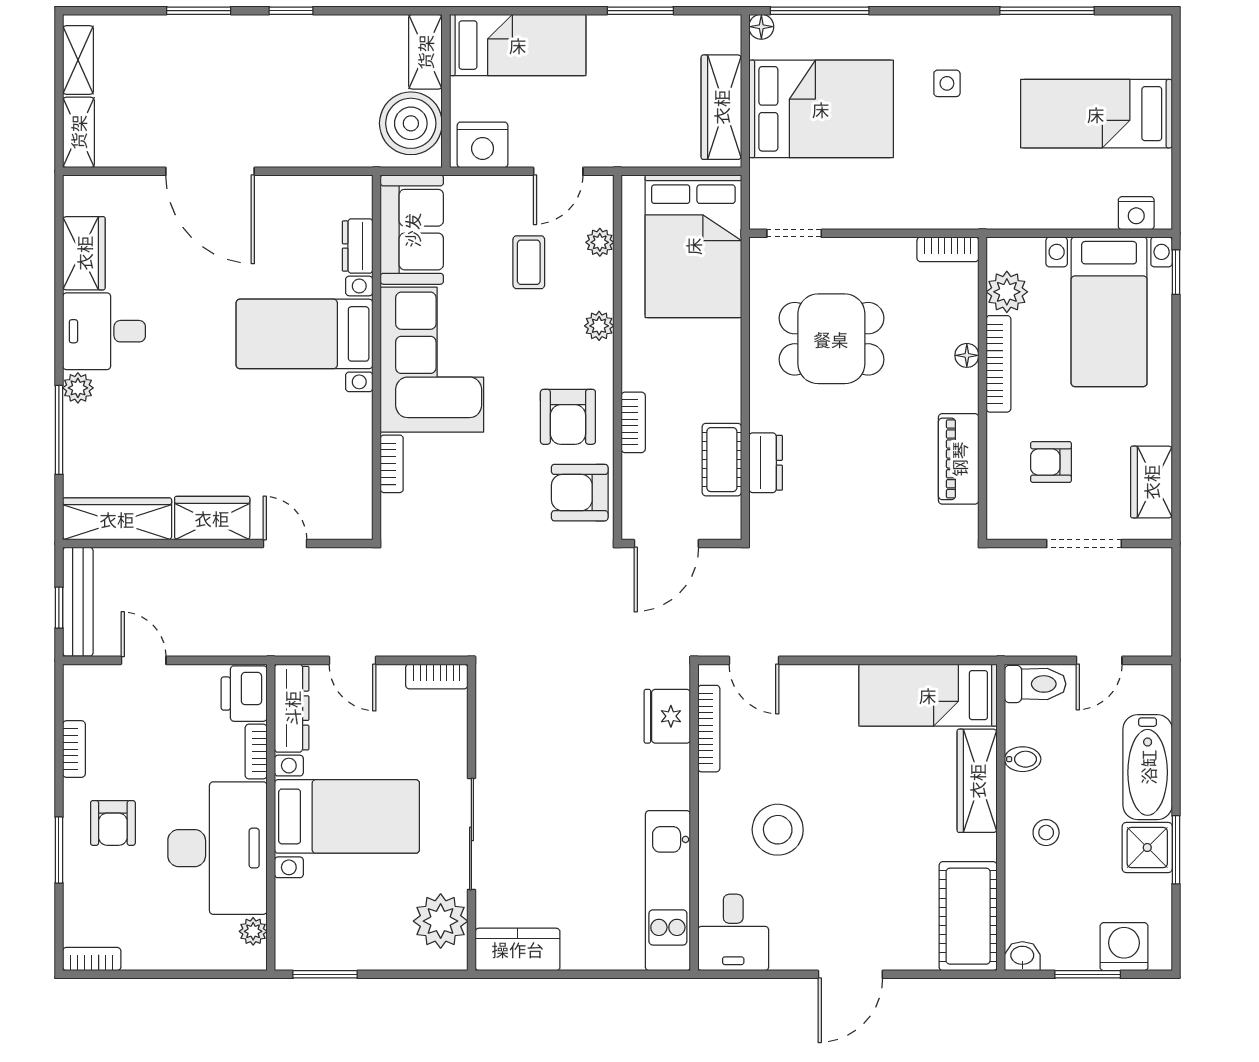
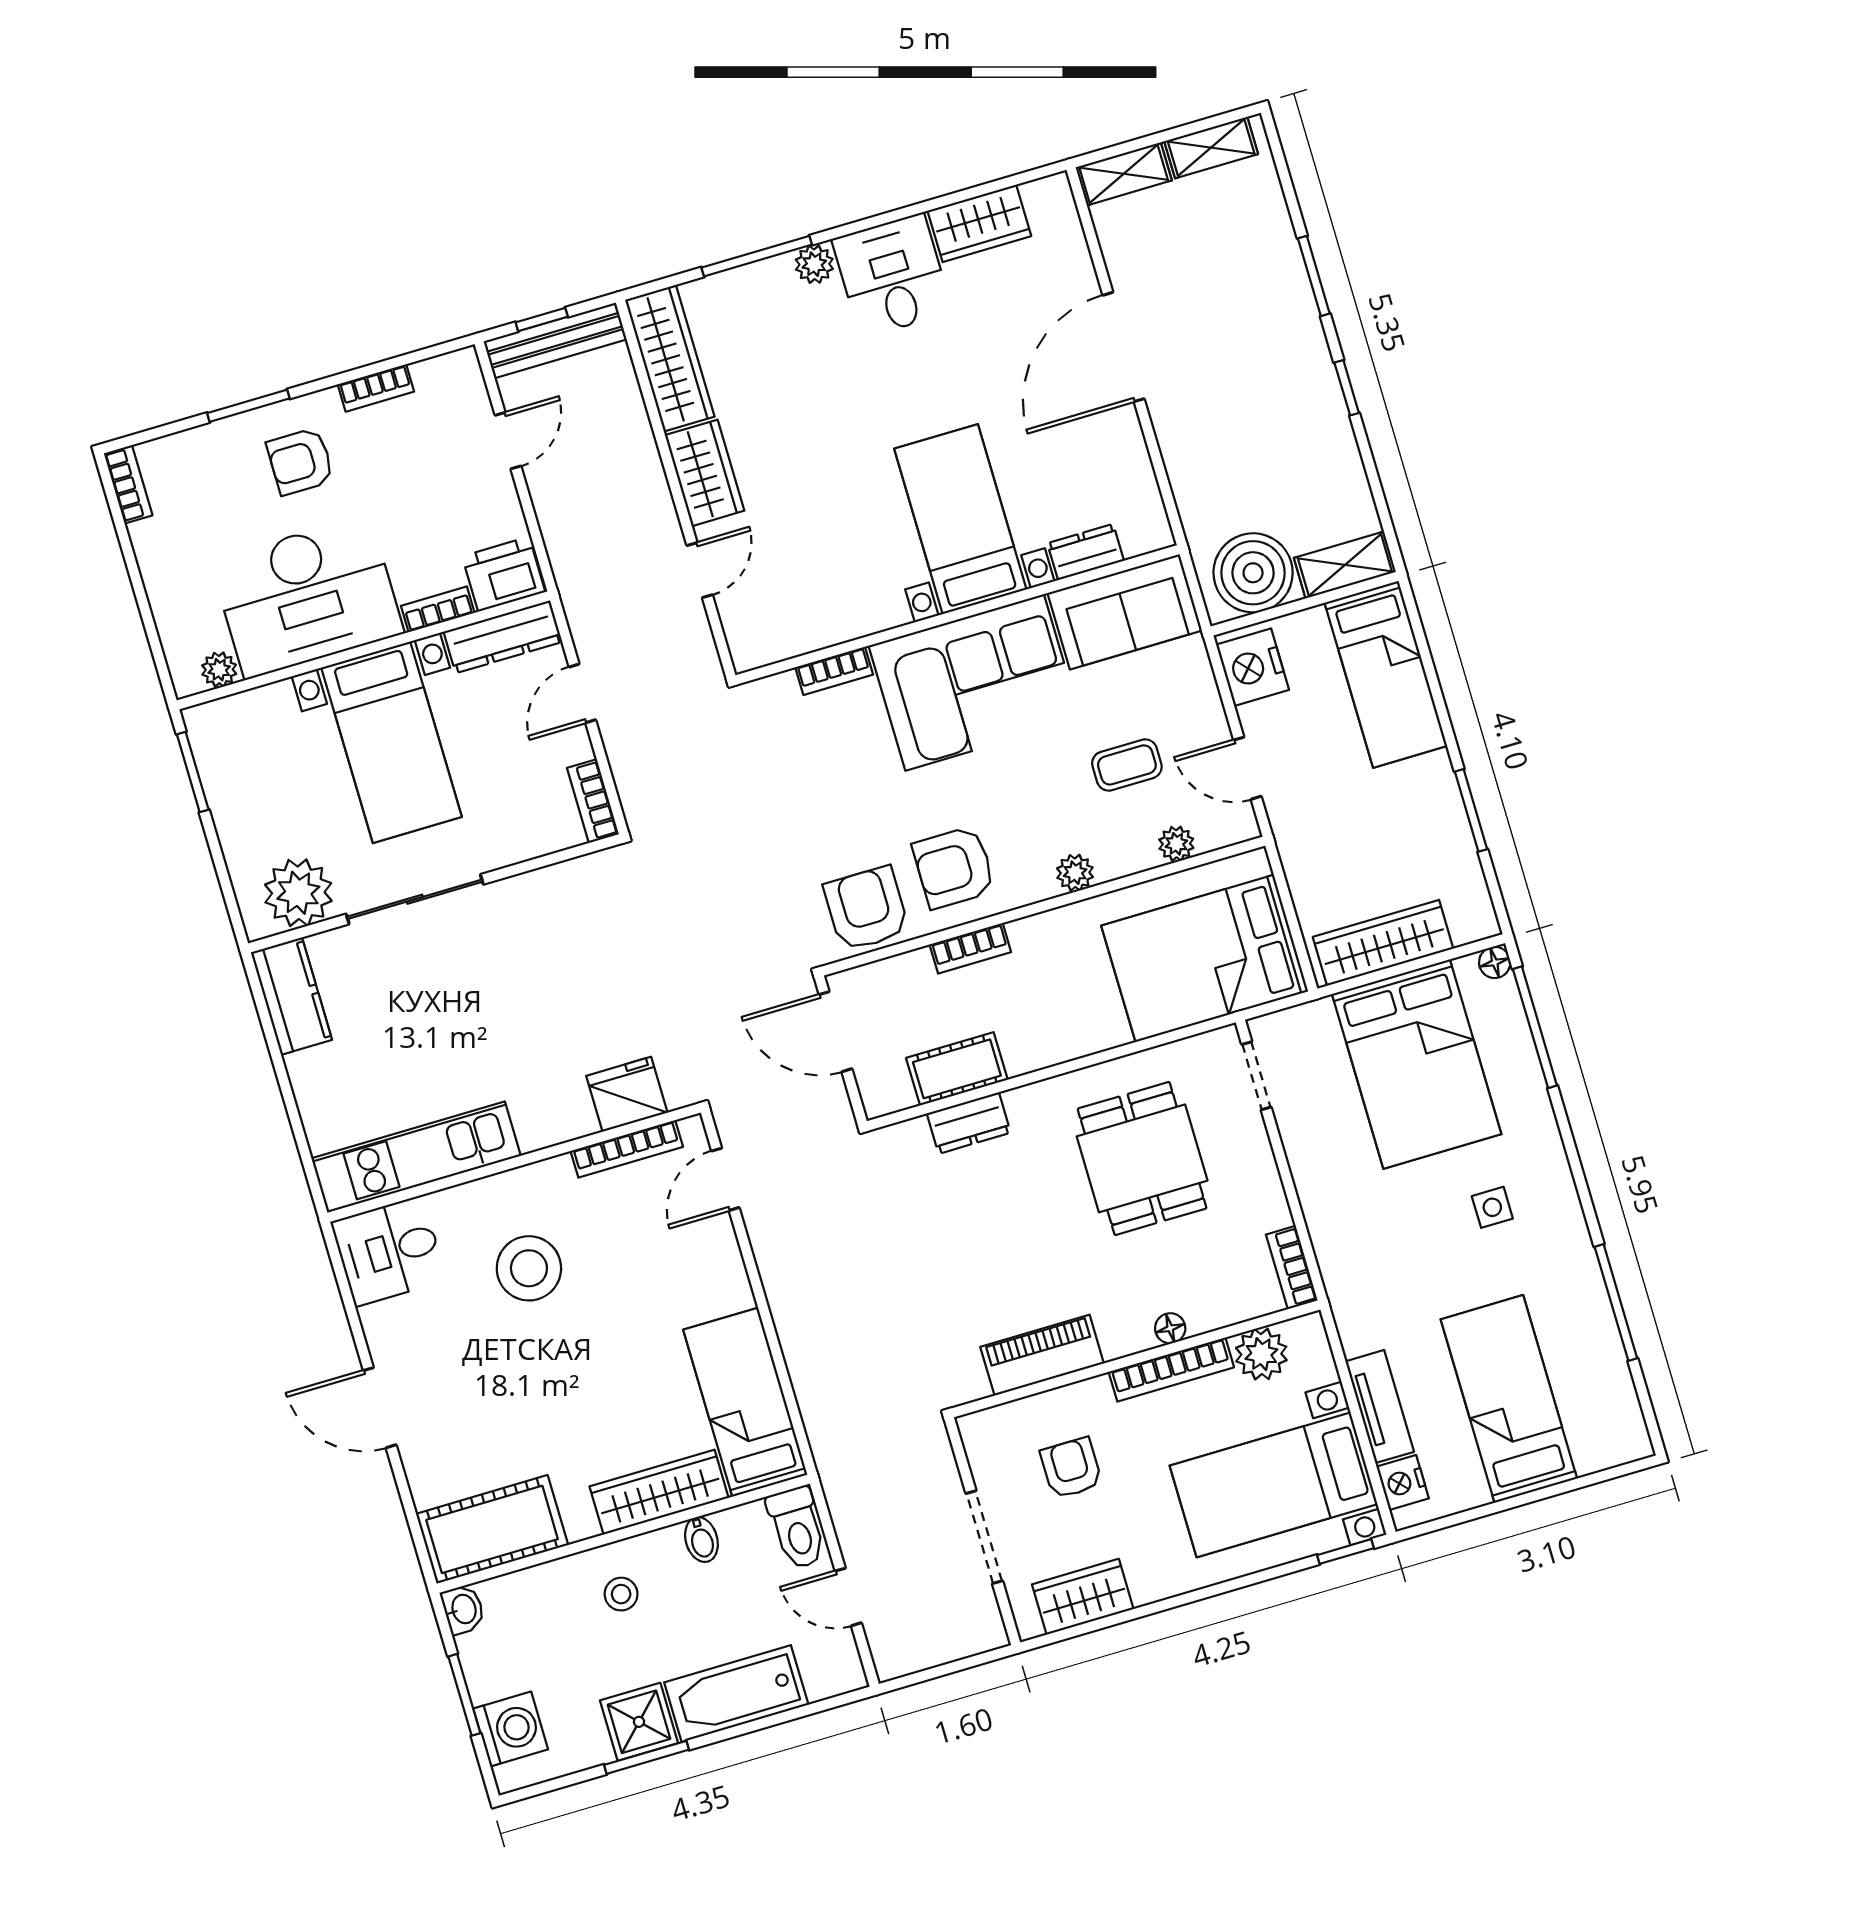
tv unit: (1073, 214) -> (1380, 1407), added

